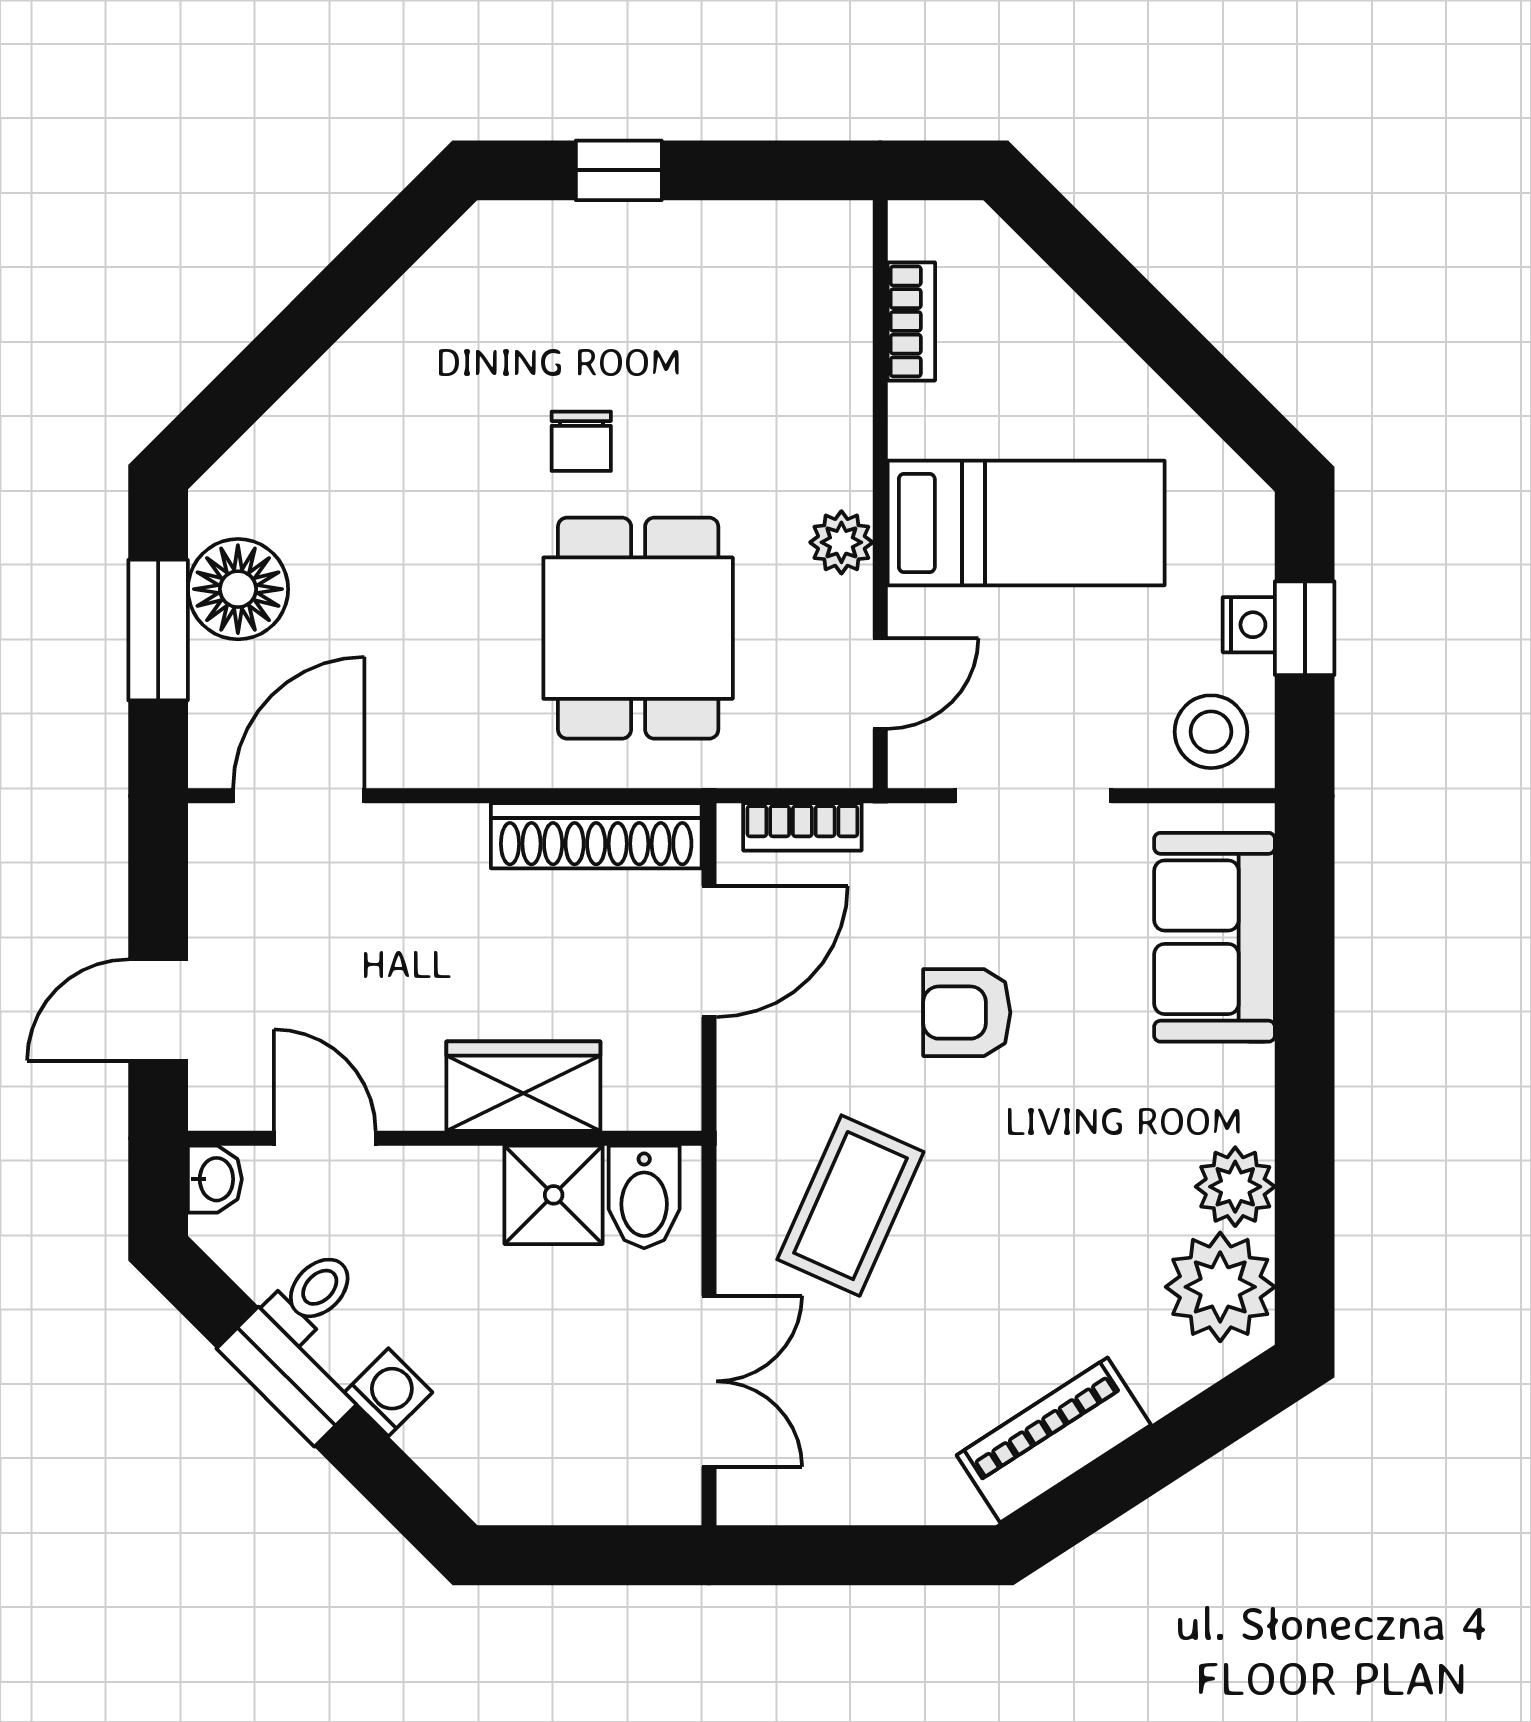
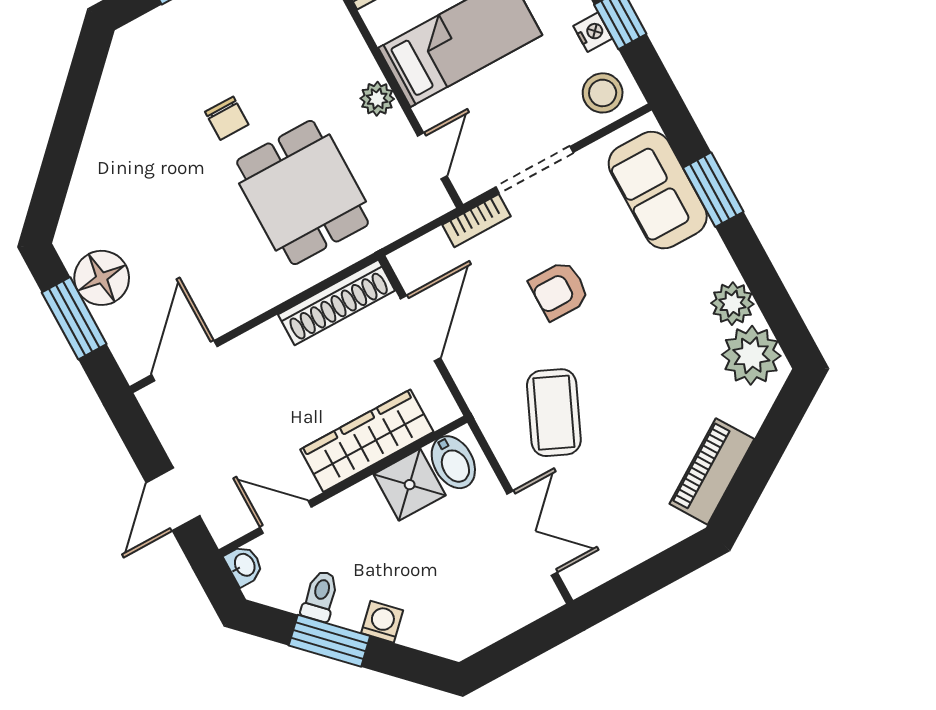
bookcase: (802, 827) -> (477, 221), moved
window: (1305, 986) -> (713, 190), added
wardrobe: (523, 1086) -> (367, 441), width x1.50

